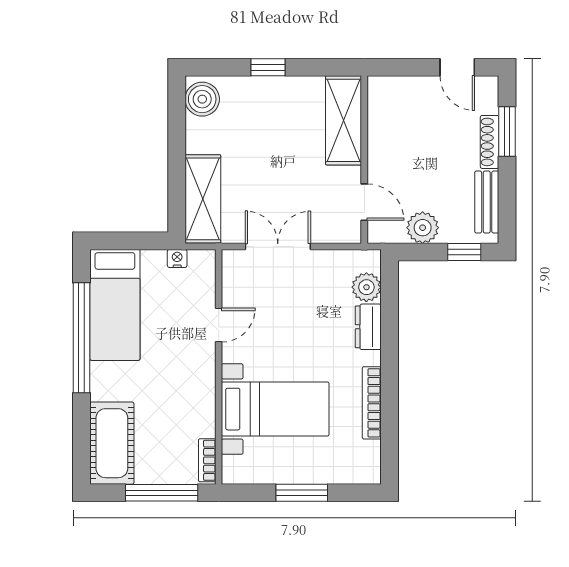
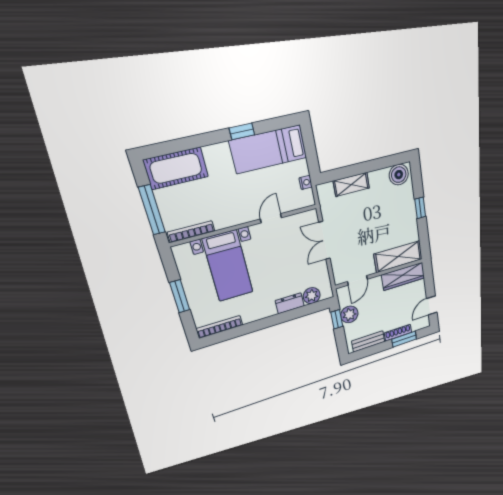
wardrobe: (383, 116) -> (403, 276), added
shelving: (203, 199) -> (351, 184), width x0.67, depth x0.75
double door: (278, 246) -> (324, 240), swing flipped
window: (464, 252) -> (337, 319), moved
door: (219, 325) -> (271, 218), swing flipped
window: (82, 338) -> (242, 131), width x0.32
bookcase: (372, 403) -> (220, 327), moved
bookcase: (207, 460) -> (191, 232), width x1.56

